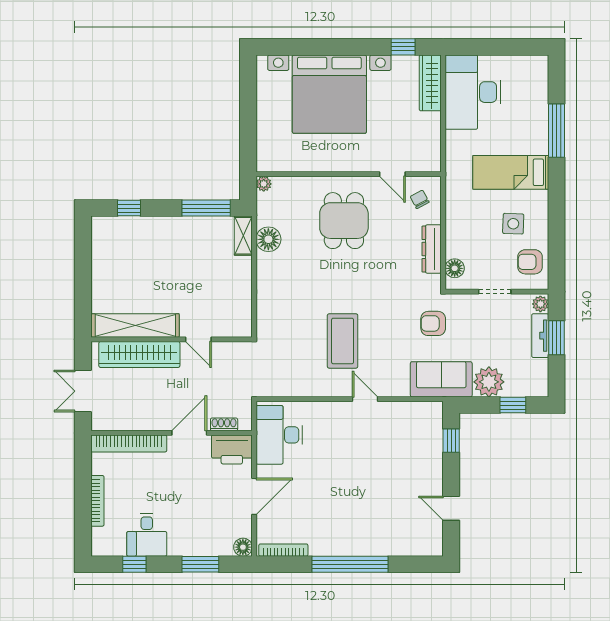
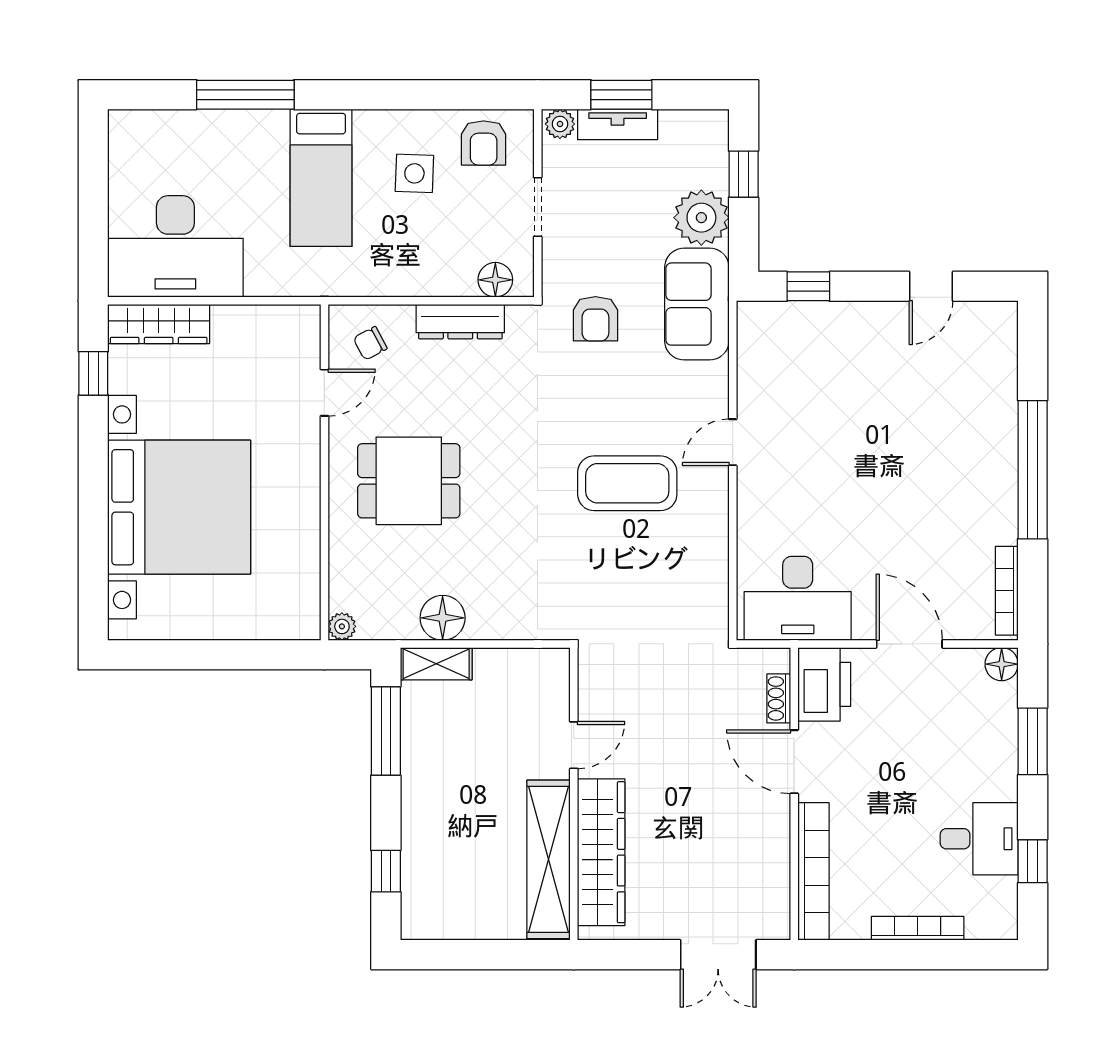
shelving: (135, 325) -> (549, 859), moved
wall: (171, 339) -> (574, 794), moved
door: (198, 339) -> (574, 745), moved
wardrobe: (139, 354) -> (601, 852), moved

